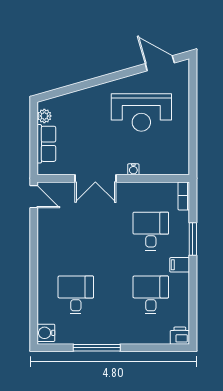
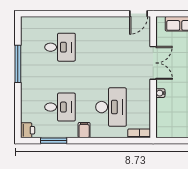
double door: (95, 178) -> (153, 63), swing flipped
desk: (151, 231) -> (111, 107), width x1.37
window: (193, 239) -> (54, 141), moved
water cooler: (46, 333) -> (30, 23), removed

